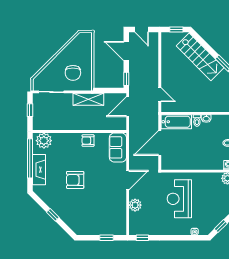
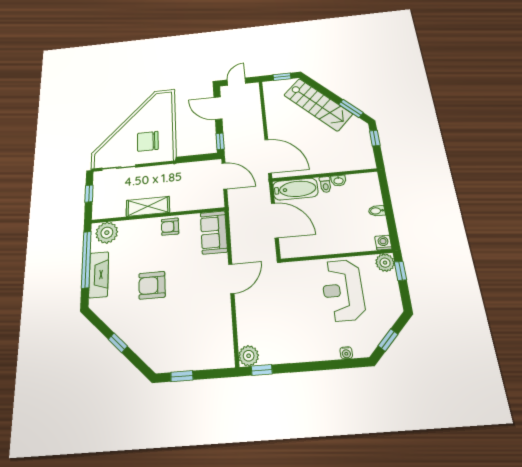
door: (142, 30) -> (236, 82), swing flipped
chair: (73, 73) -> (148, 141), turned 90
door: (160, 95) -> (268, 156), width x1.88
shelving: (88, 99) -> (148, 206), moved
door: (128, 107) -> (224, 176), swing flipped
door: (160, 143) -> (275, 220), swing flipped
reception desk: (179, 199) -> (343, 290), moved
plant: (135, 205) -> (249, 356), moved
window: (106, 238) -> (182, 376), moved

